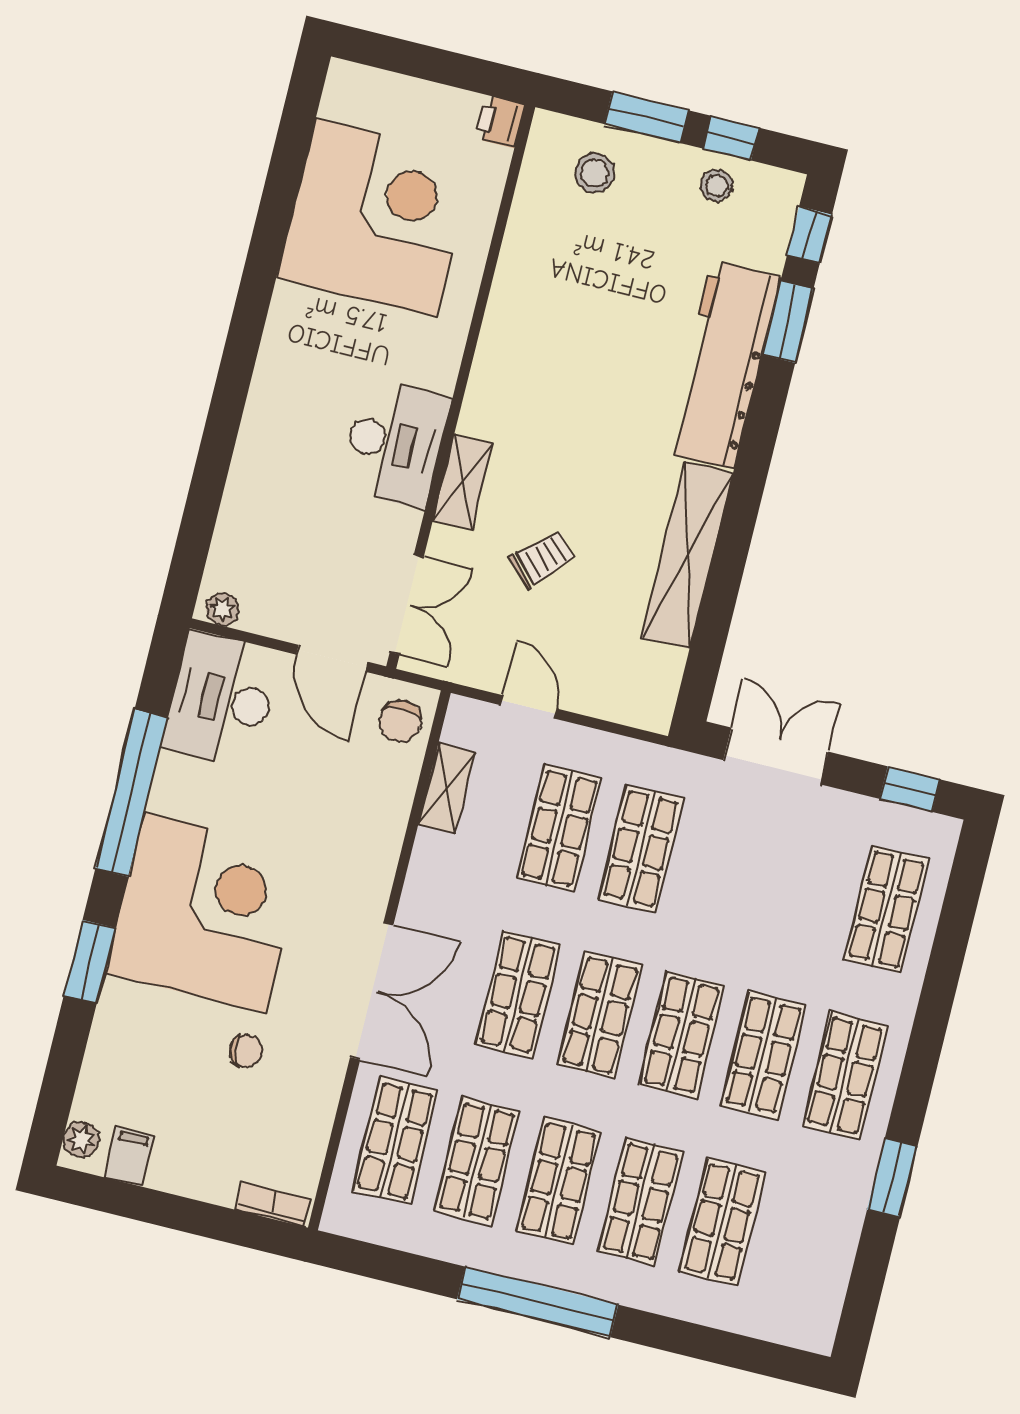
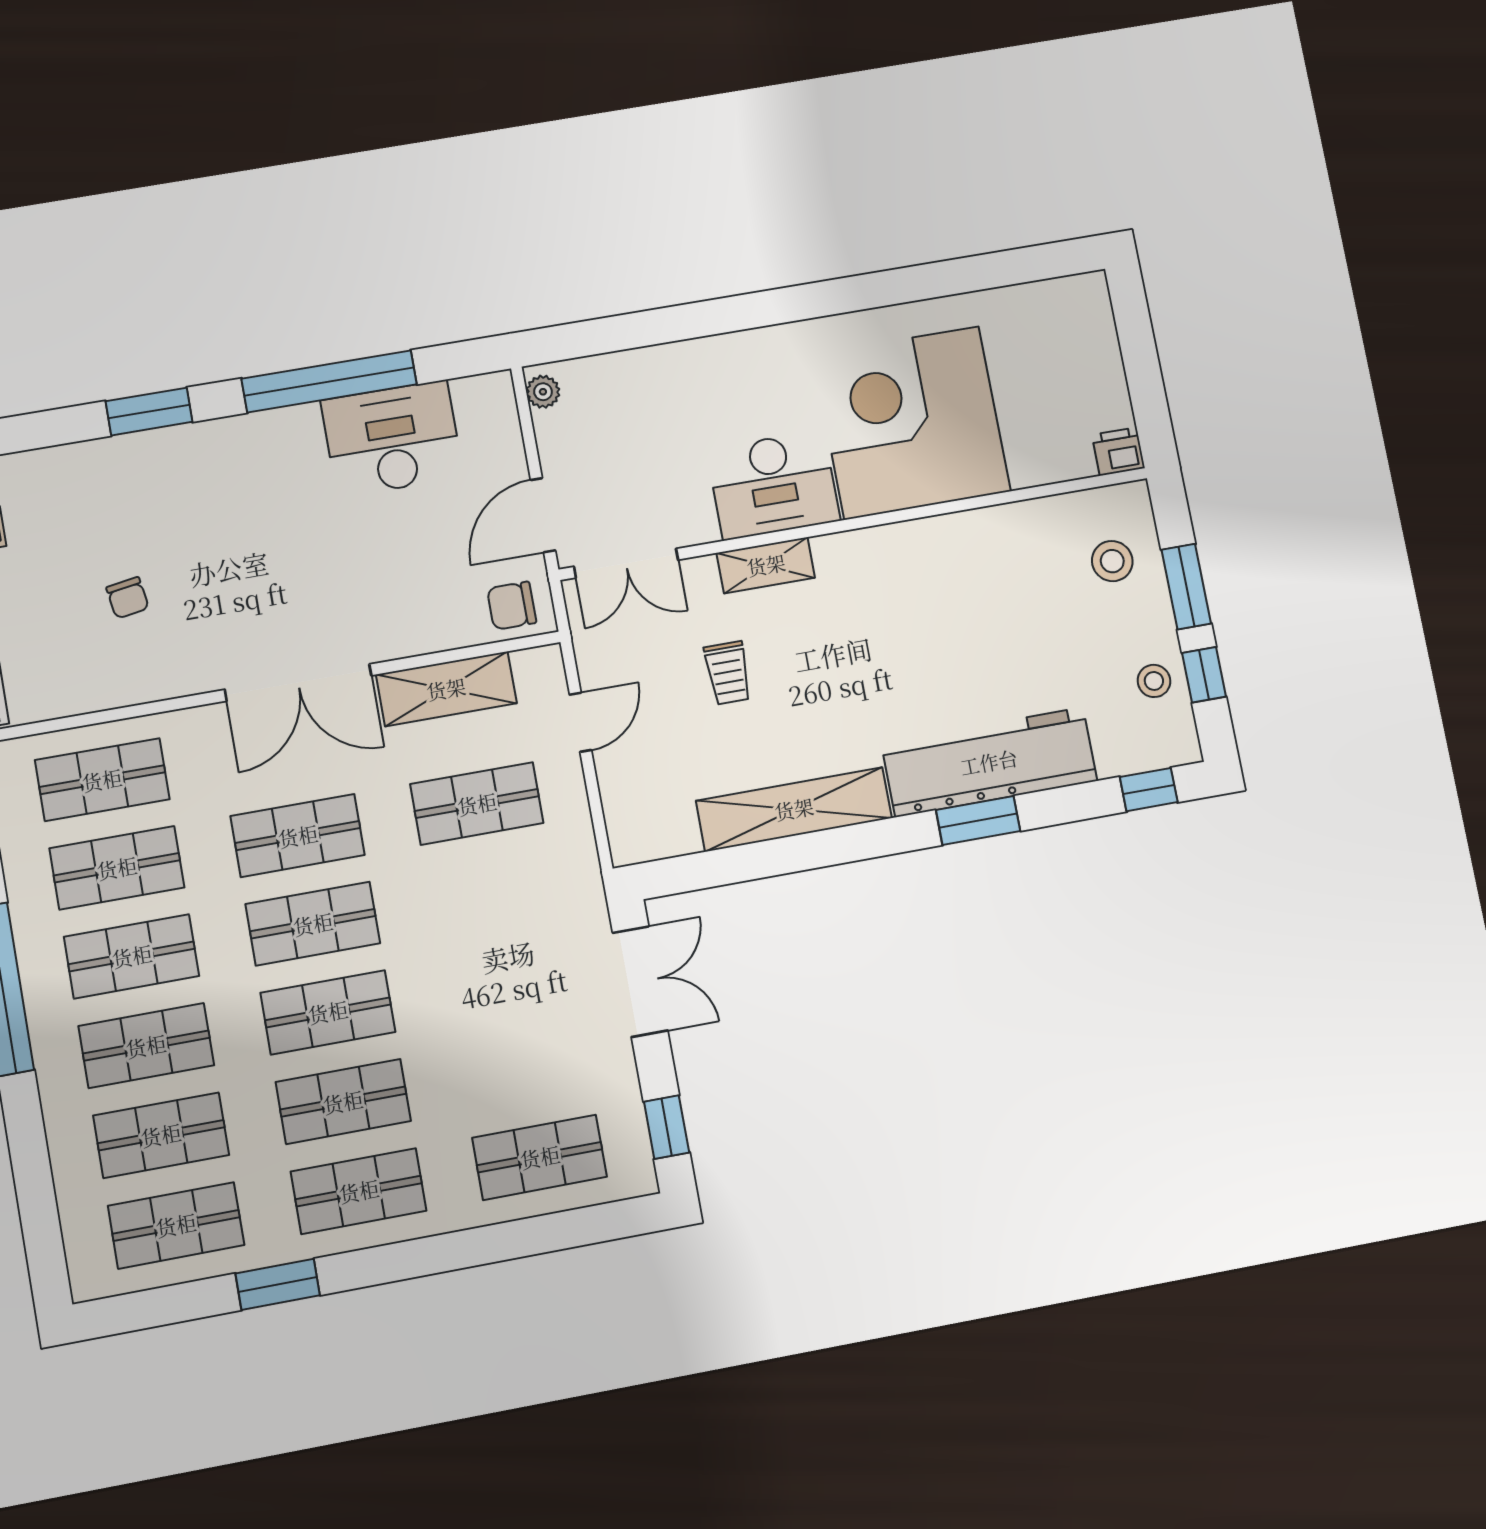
corner desk: (376, 218) -> (912, 423), moved, turned 180
window: (788, 322) -> (978, 821), moved
trolley: (543, 559) -> (728, 673), turned 44
desk: (222, 699) -> (392, 439), moved
shelving: (447, 788) -> (446, 689), width x1.50, depth x1.33
shop shelf: (641, 849) -> (176, 1225), moved
corner desk: (205, 912) -> (245, 500), removed
double door: (372, 991) -> (298, 683), moved

